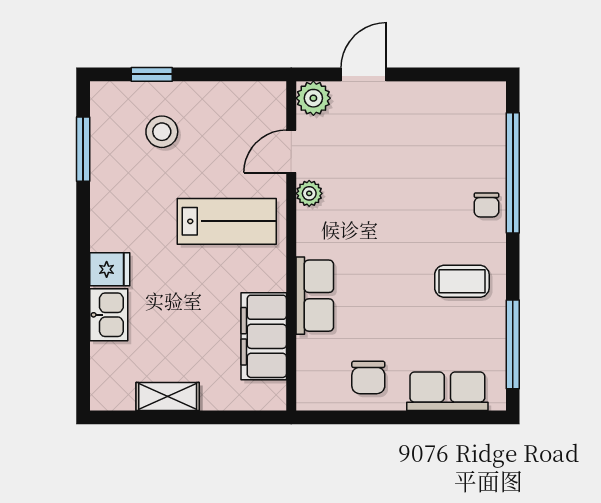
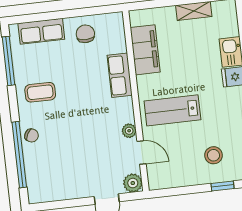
door: (291, 151) -> (142, 153), hinge flipped
chair: (486, 205) -> (32, 135), turned 118

